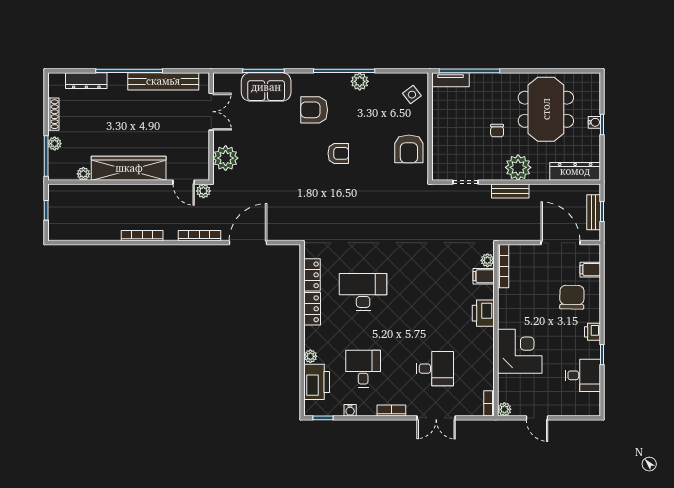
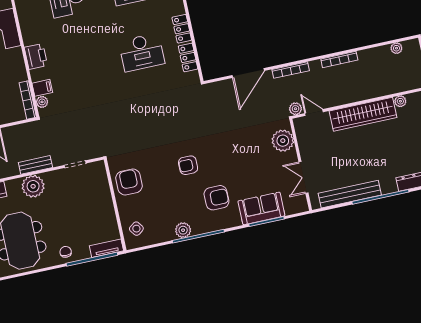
chair: (497, 131) -> (66, 252), moved
plant: (75, 235) -> (396, 48), added

